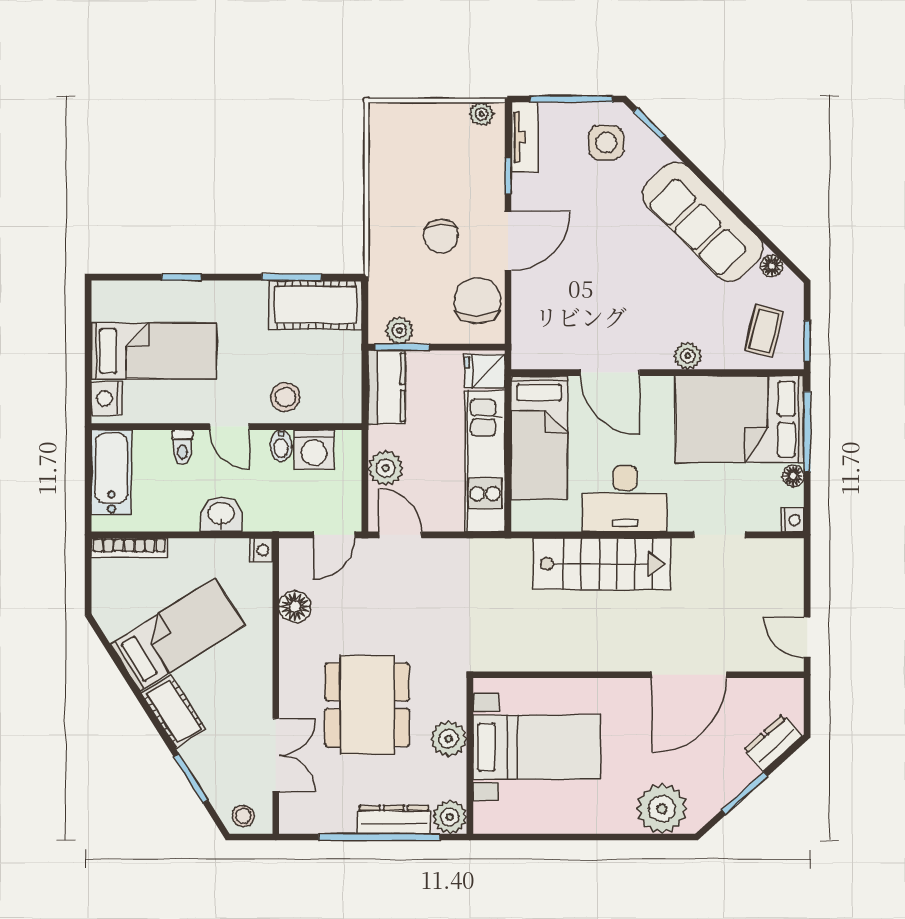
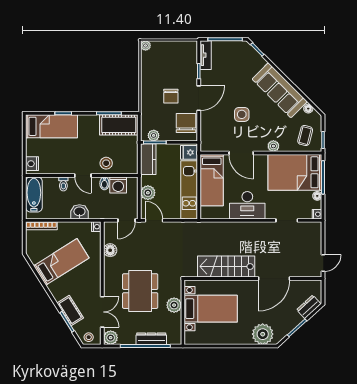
plant: (482, 114) -> (146, 46), moved
side table: (606, 143) -> (242, 114), moved
bed: (154, 351) -> (51, 126), moved
stairs: (602, 564) -> (226, 266), moved, turned 180
door: (807, 637) -> (323, 263), swing flipped
cot: (173, 711) -> (70, 311), moved
plant: (450, 817) -> (111, 338), moved

